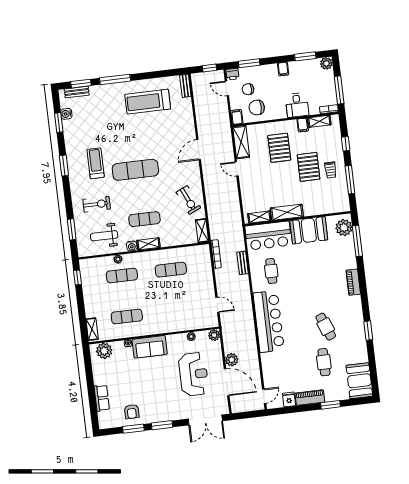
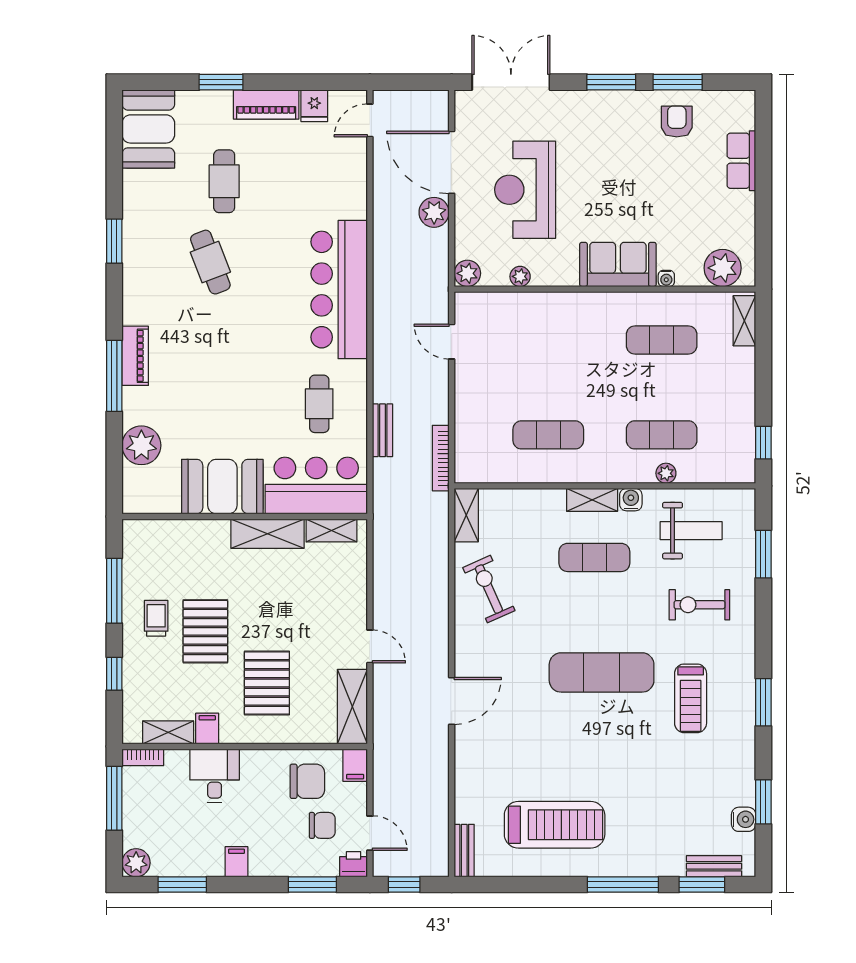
plant: (344, 228) -> (141, 445), moved
window: (357, 241) -> (114, 376), moved

